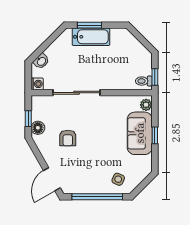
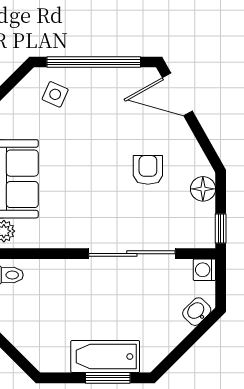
window: (28, 119) -> (221, 228), moved
door: (52, 179) -> (177, 94), swing flipped

